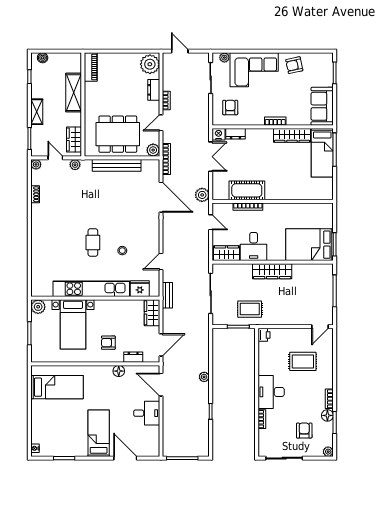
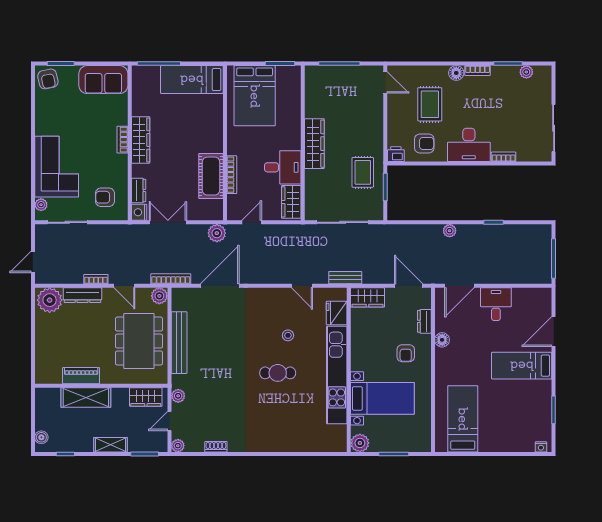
armchair: (294, 65) -> (48, 79), moved
piano: (91, 67) -> (81, 376), moved
dresser: (154, 90) -> (82, 295), width x1.44
wardrobe: (292, 135) -> (141, 140), moved
bed: (322, 153) -> (192, 80), moved, turned 180
bed: (310, 245) -> (255, 96), moved
floor lamp: (327, 415) -> (456, 73), moved
armchair: (304, 431) -> (424, 143), moved, turned 180
plant: (328, 452) -> (526, 72), moved

